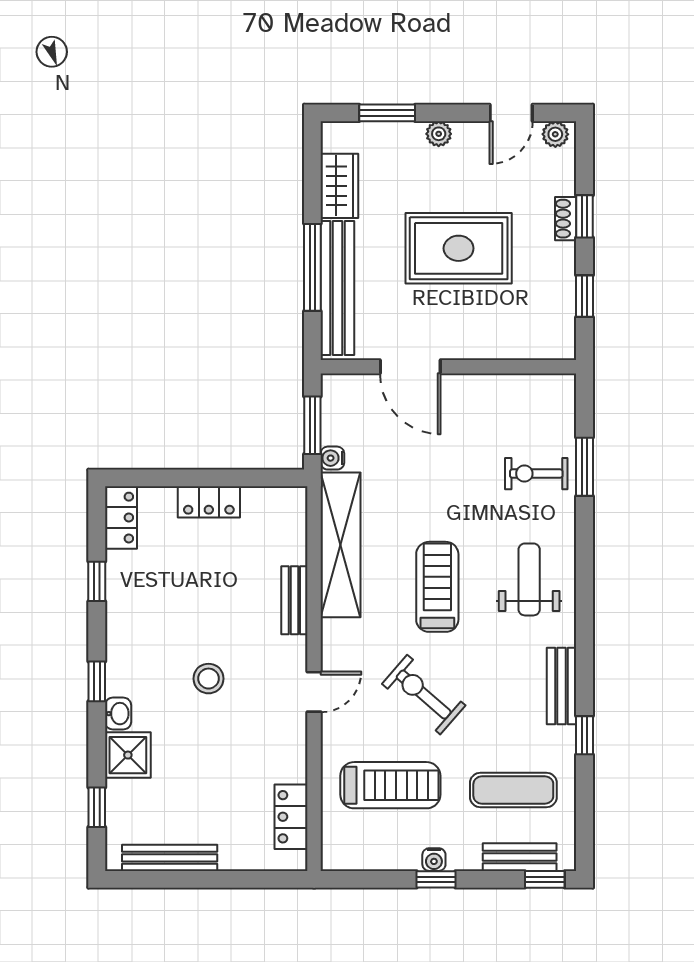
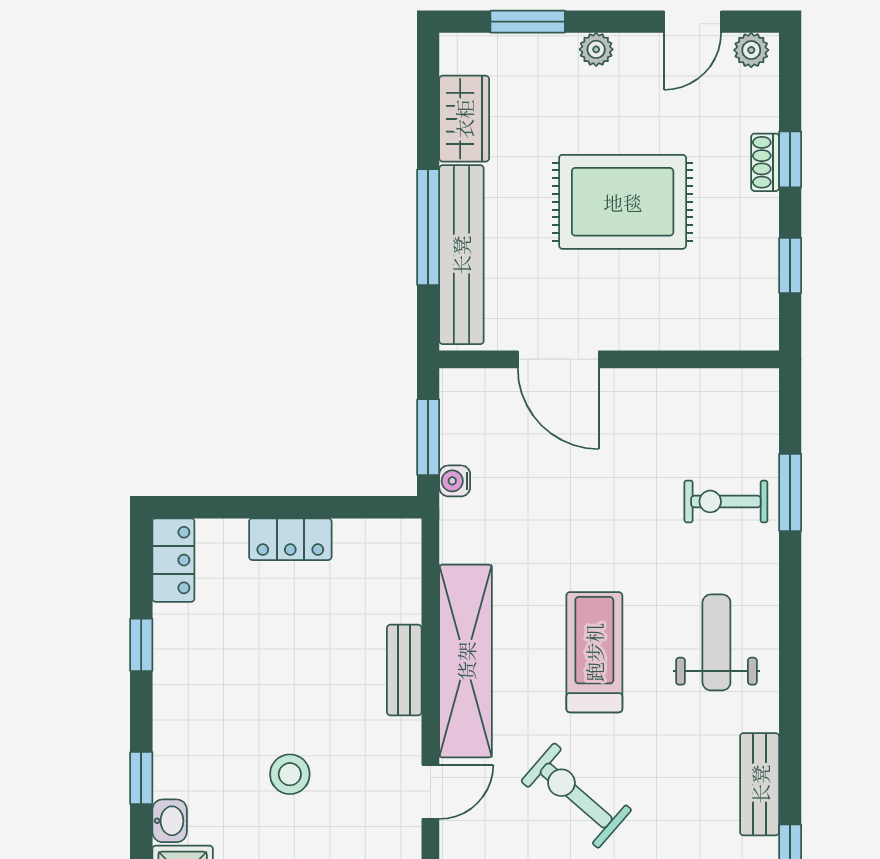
shelving: (341, 545) -> (466, 661), moved

